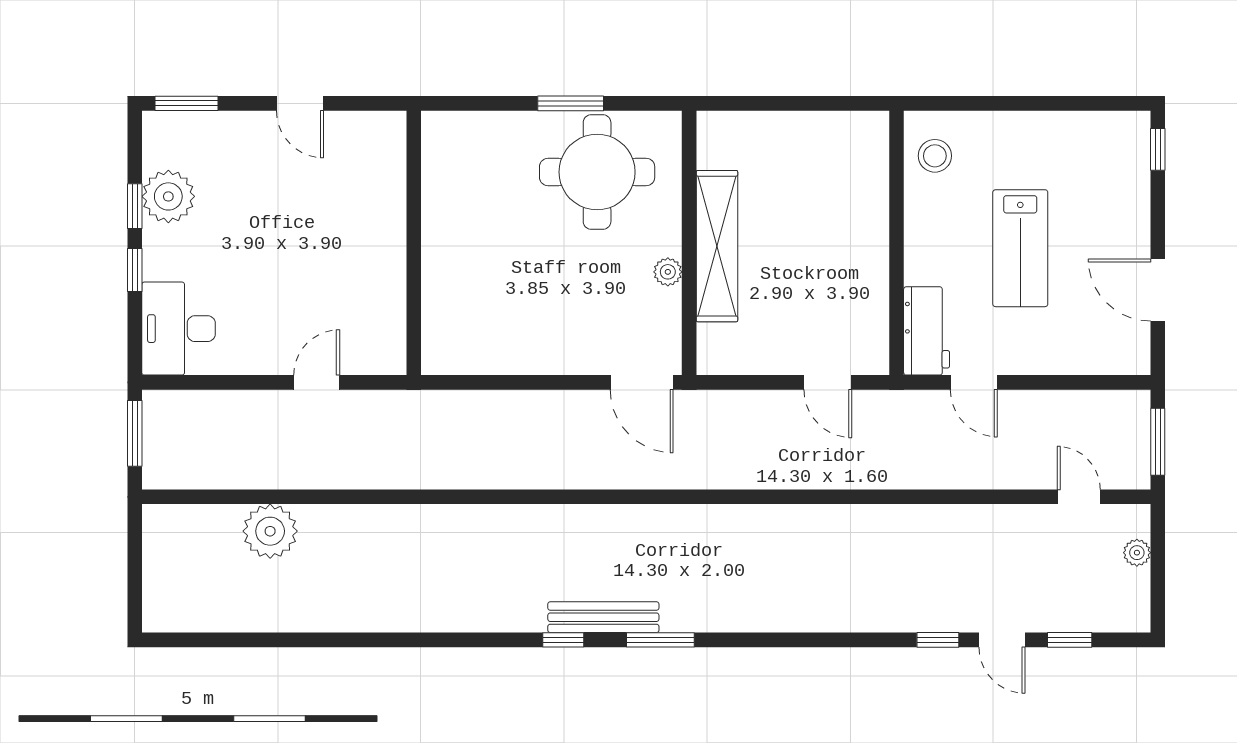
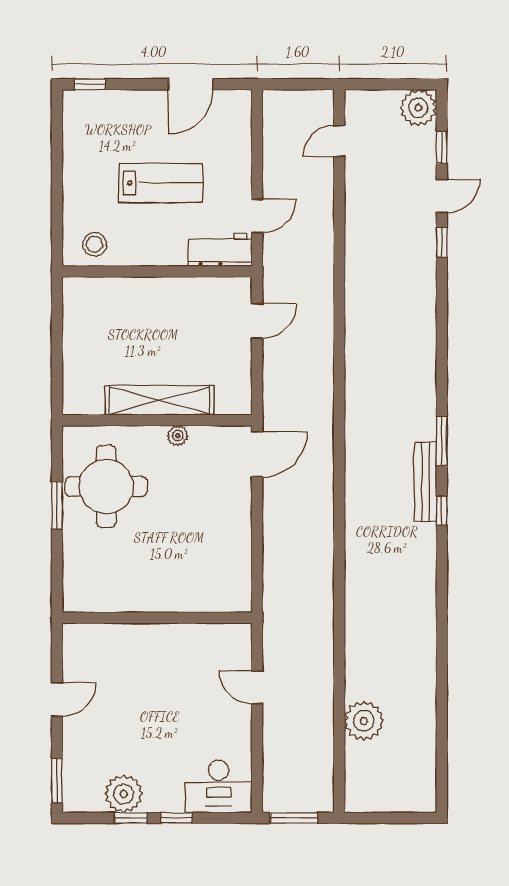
window: (1158, 442) -> (300, 84), removed
plant: (1137, 553) -> (418, 108), moved, width x1.88, depth x1.88

